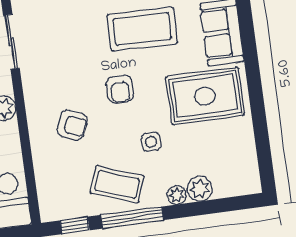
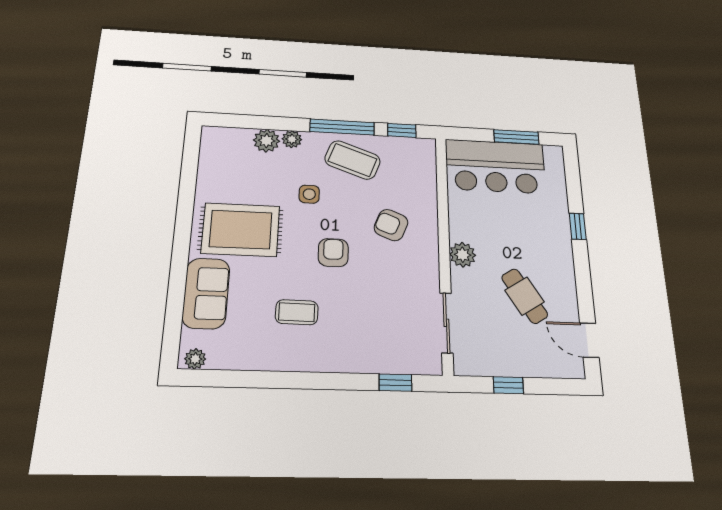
coffee table: (142, 29) -> (297, 312), width x0.54, depth x0.58

